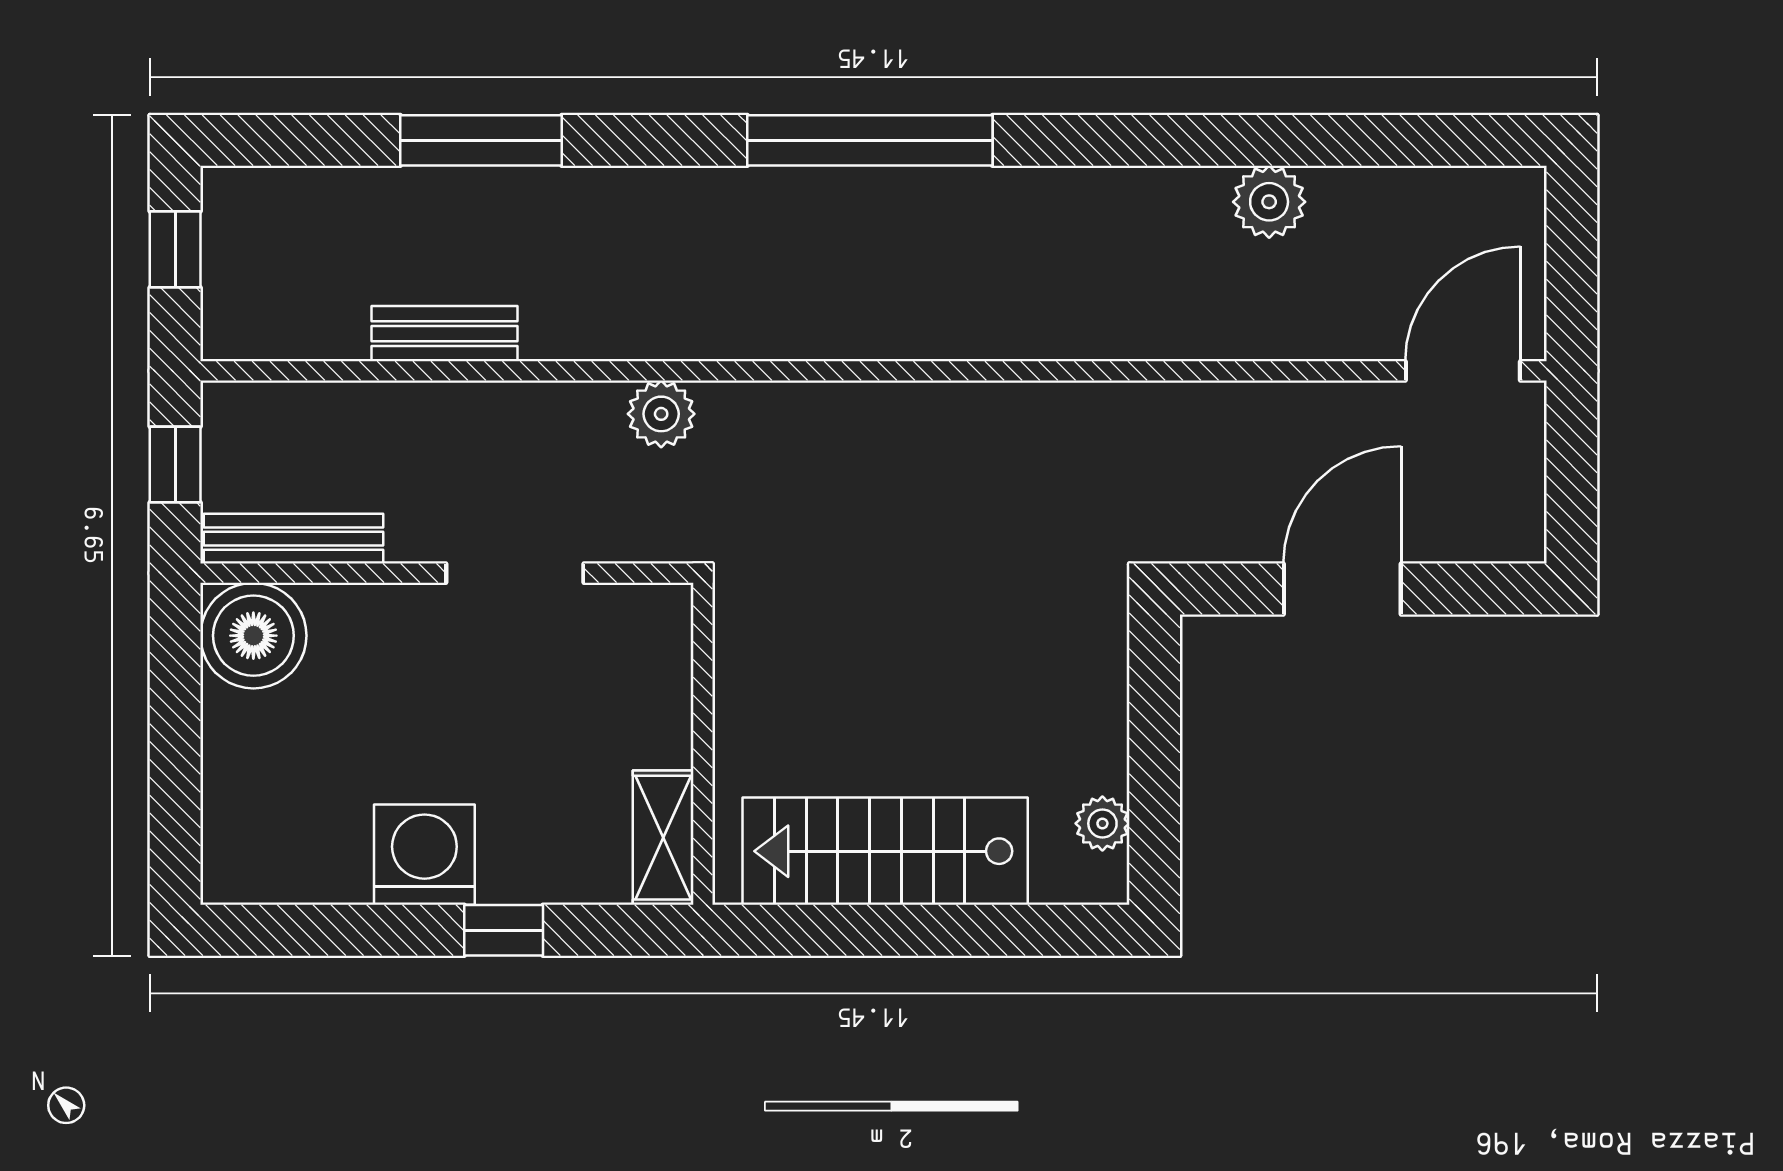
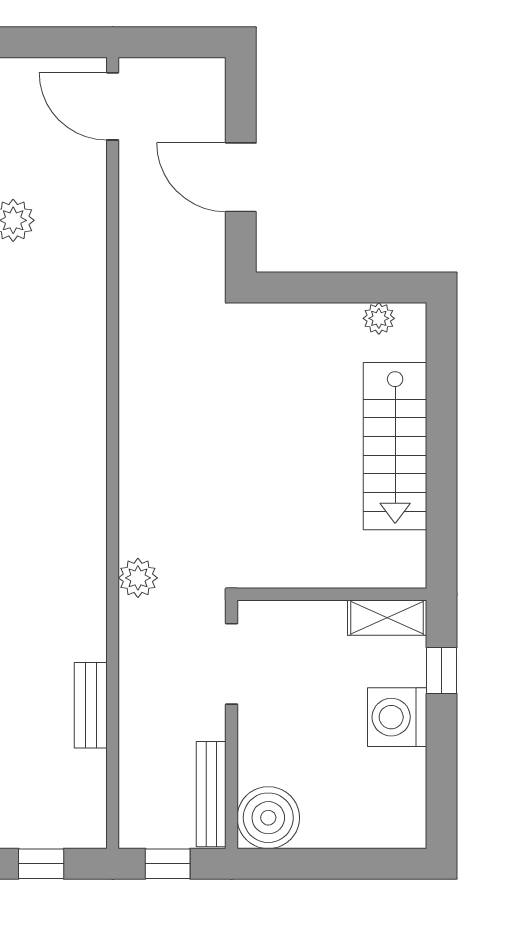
wall: (703, 744) -> (332, 594), moved
shelving: (663, 838) -> (387, 618), moved

